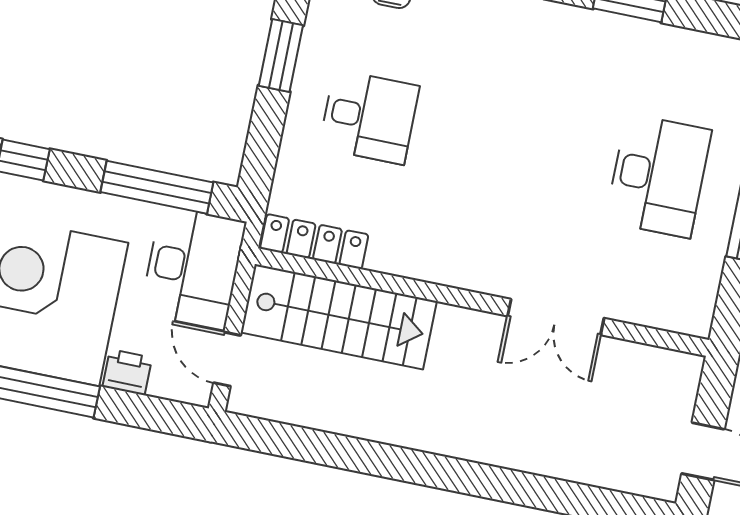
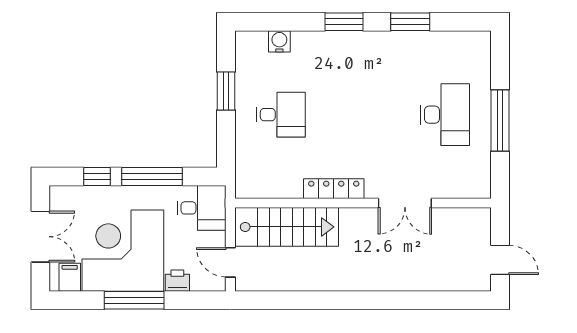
window: (157, 187) -> (152, 177), moved
locker: (314, 242) -> (334, 189), moved
desk: (193, 268) -> (202, 208), width x0.73

